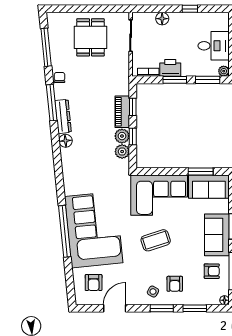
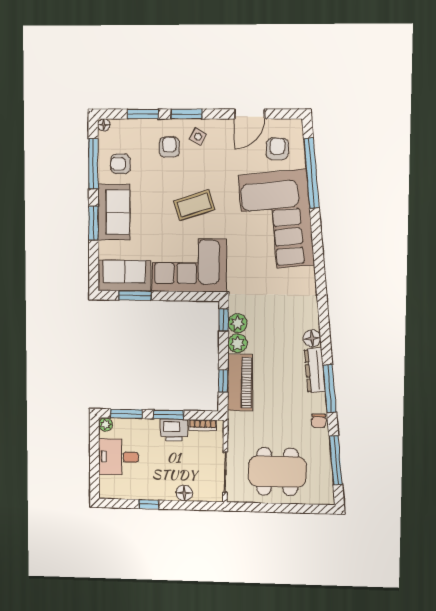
dining table: (90, 37) -> (277, 472), width x1.38
piano: (122, 112) -> (240, 382), width x1.37, depth x1.33
window: (133, 137) -> (224, 320), moved
window: (65, 231) -> (311, 173), moved

